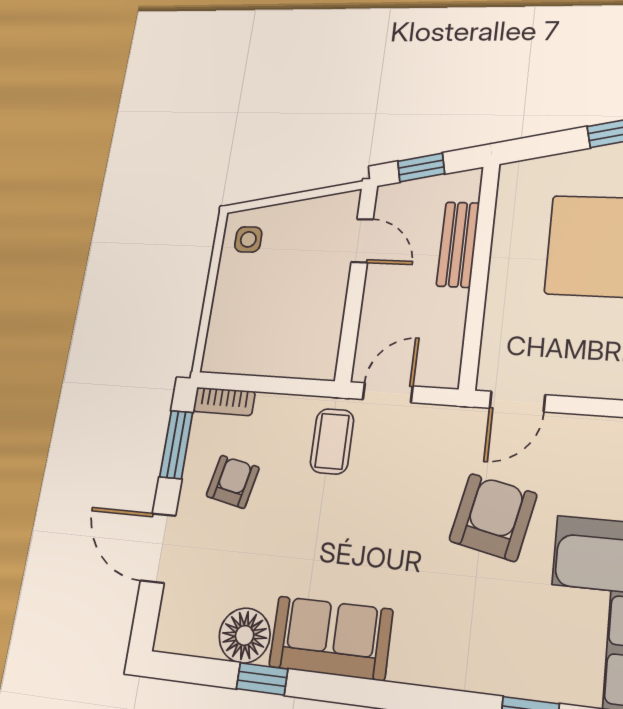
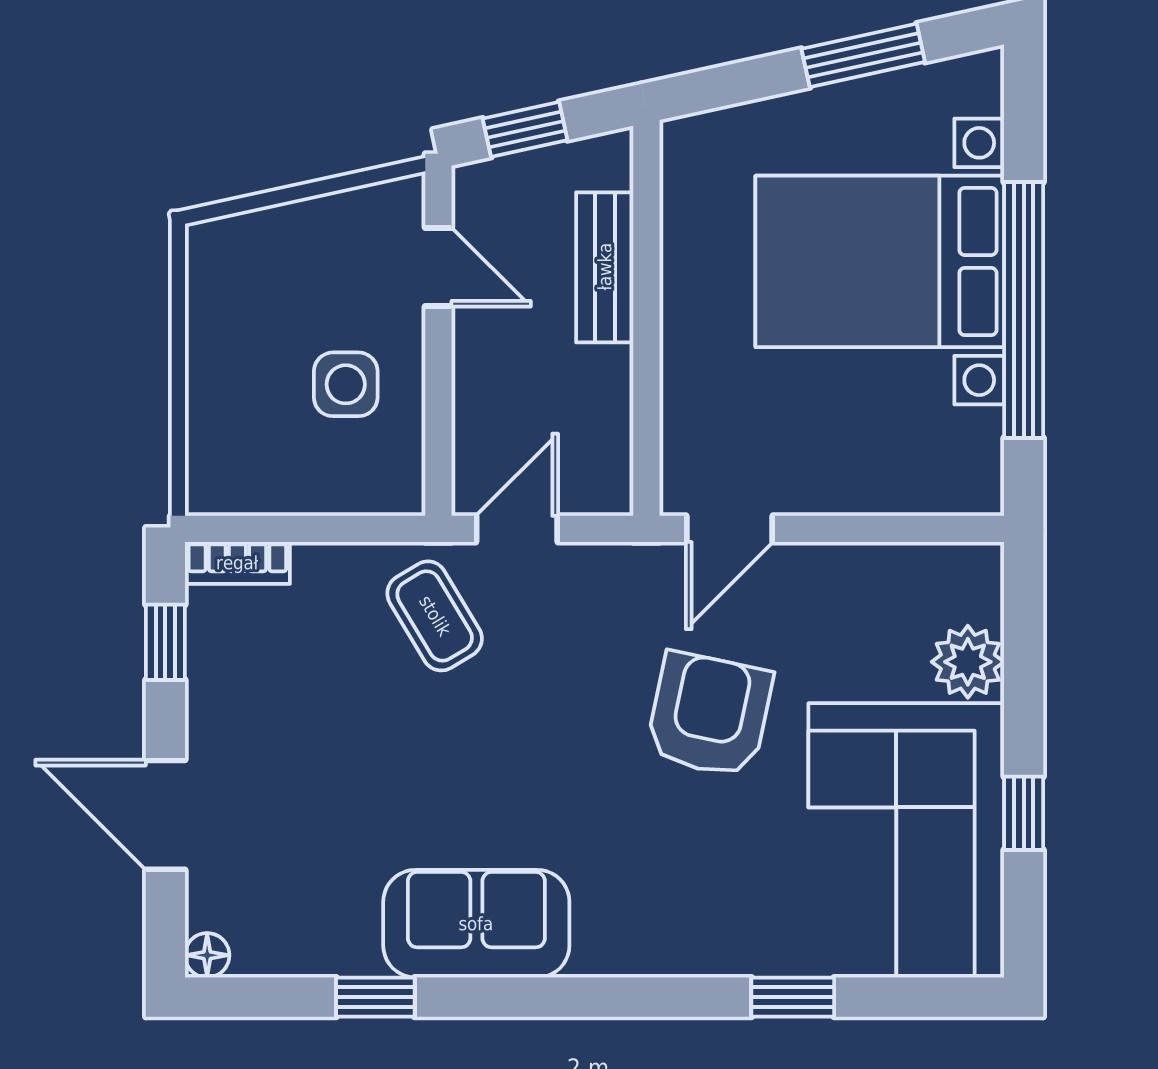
side table: (248, 239) -> (346, 384), moved, width x1.37, depth x1.37
coffee table: (332, 441) -> (435, 616), turned -31
window: (176, 445) -> (165, 642), width x0.67
armchair: (233, 482) -> (276, 696), removed
floor lamp: (245, 635) -> (207, 955), moved, width x0.53, depth x0.53

